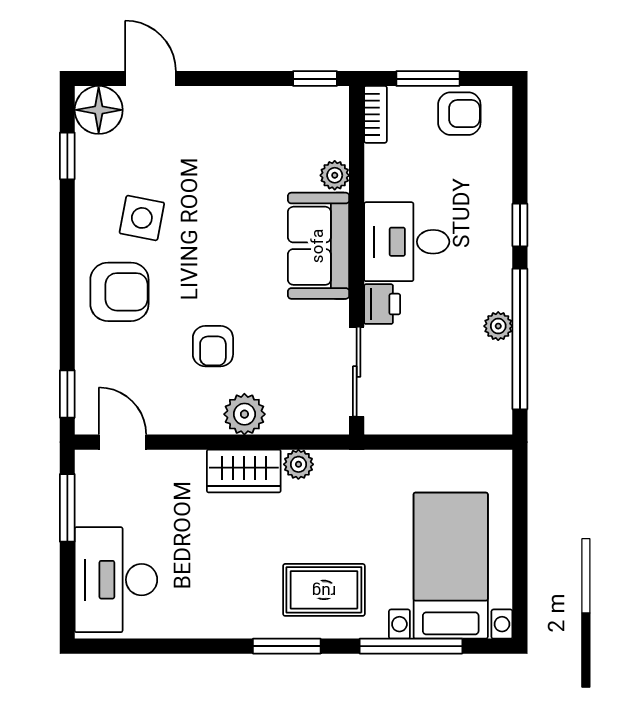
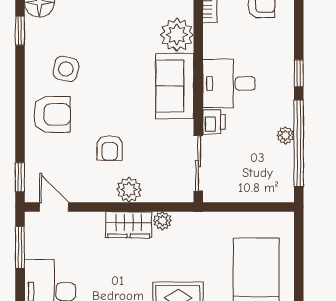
plant: (335, 175) -> (177, 35), width x1.87, depth x1.87

